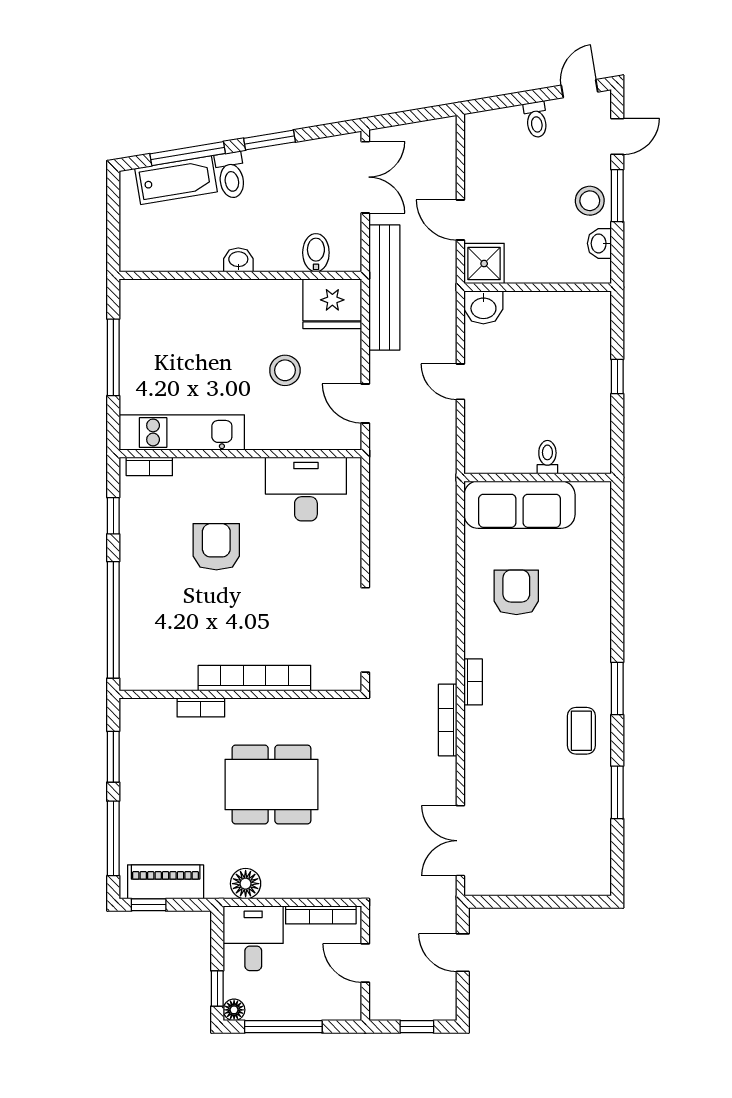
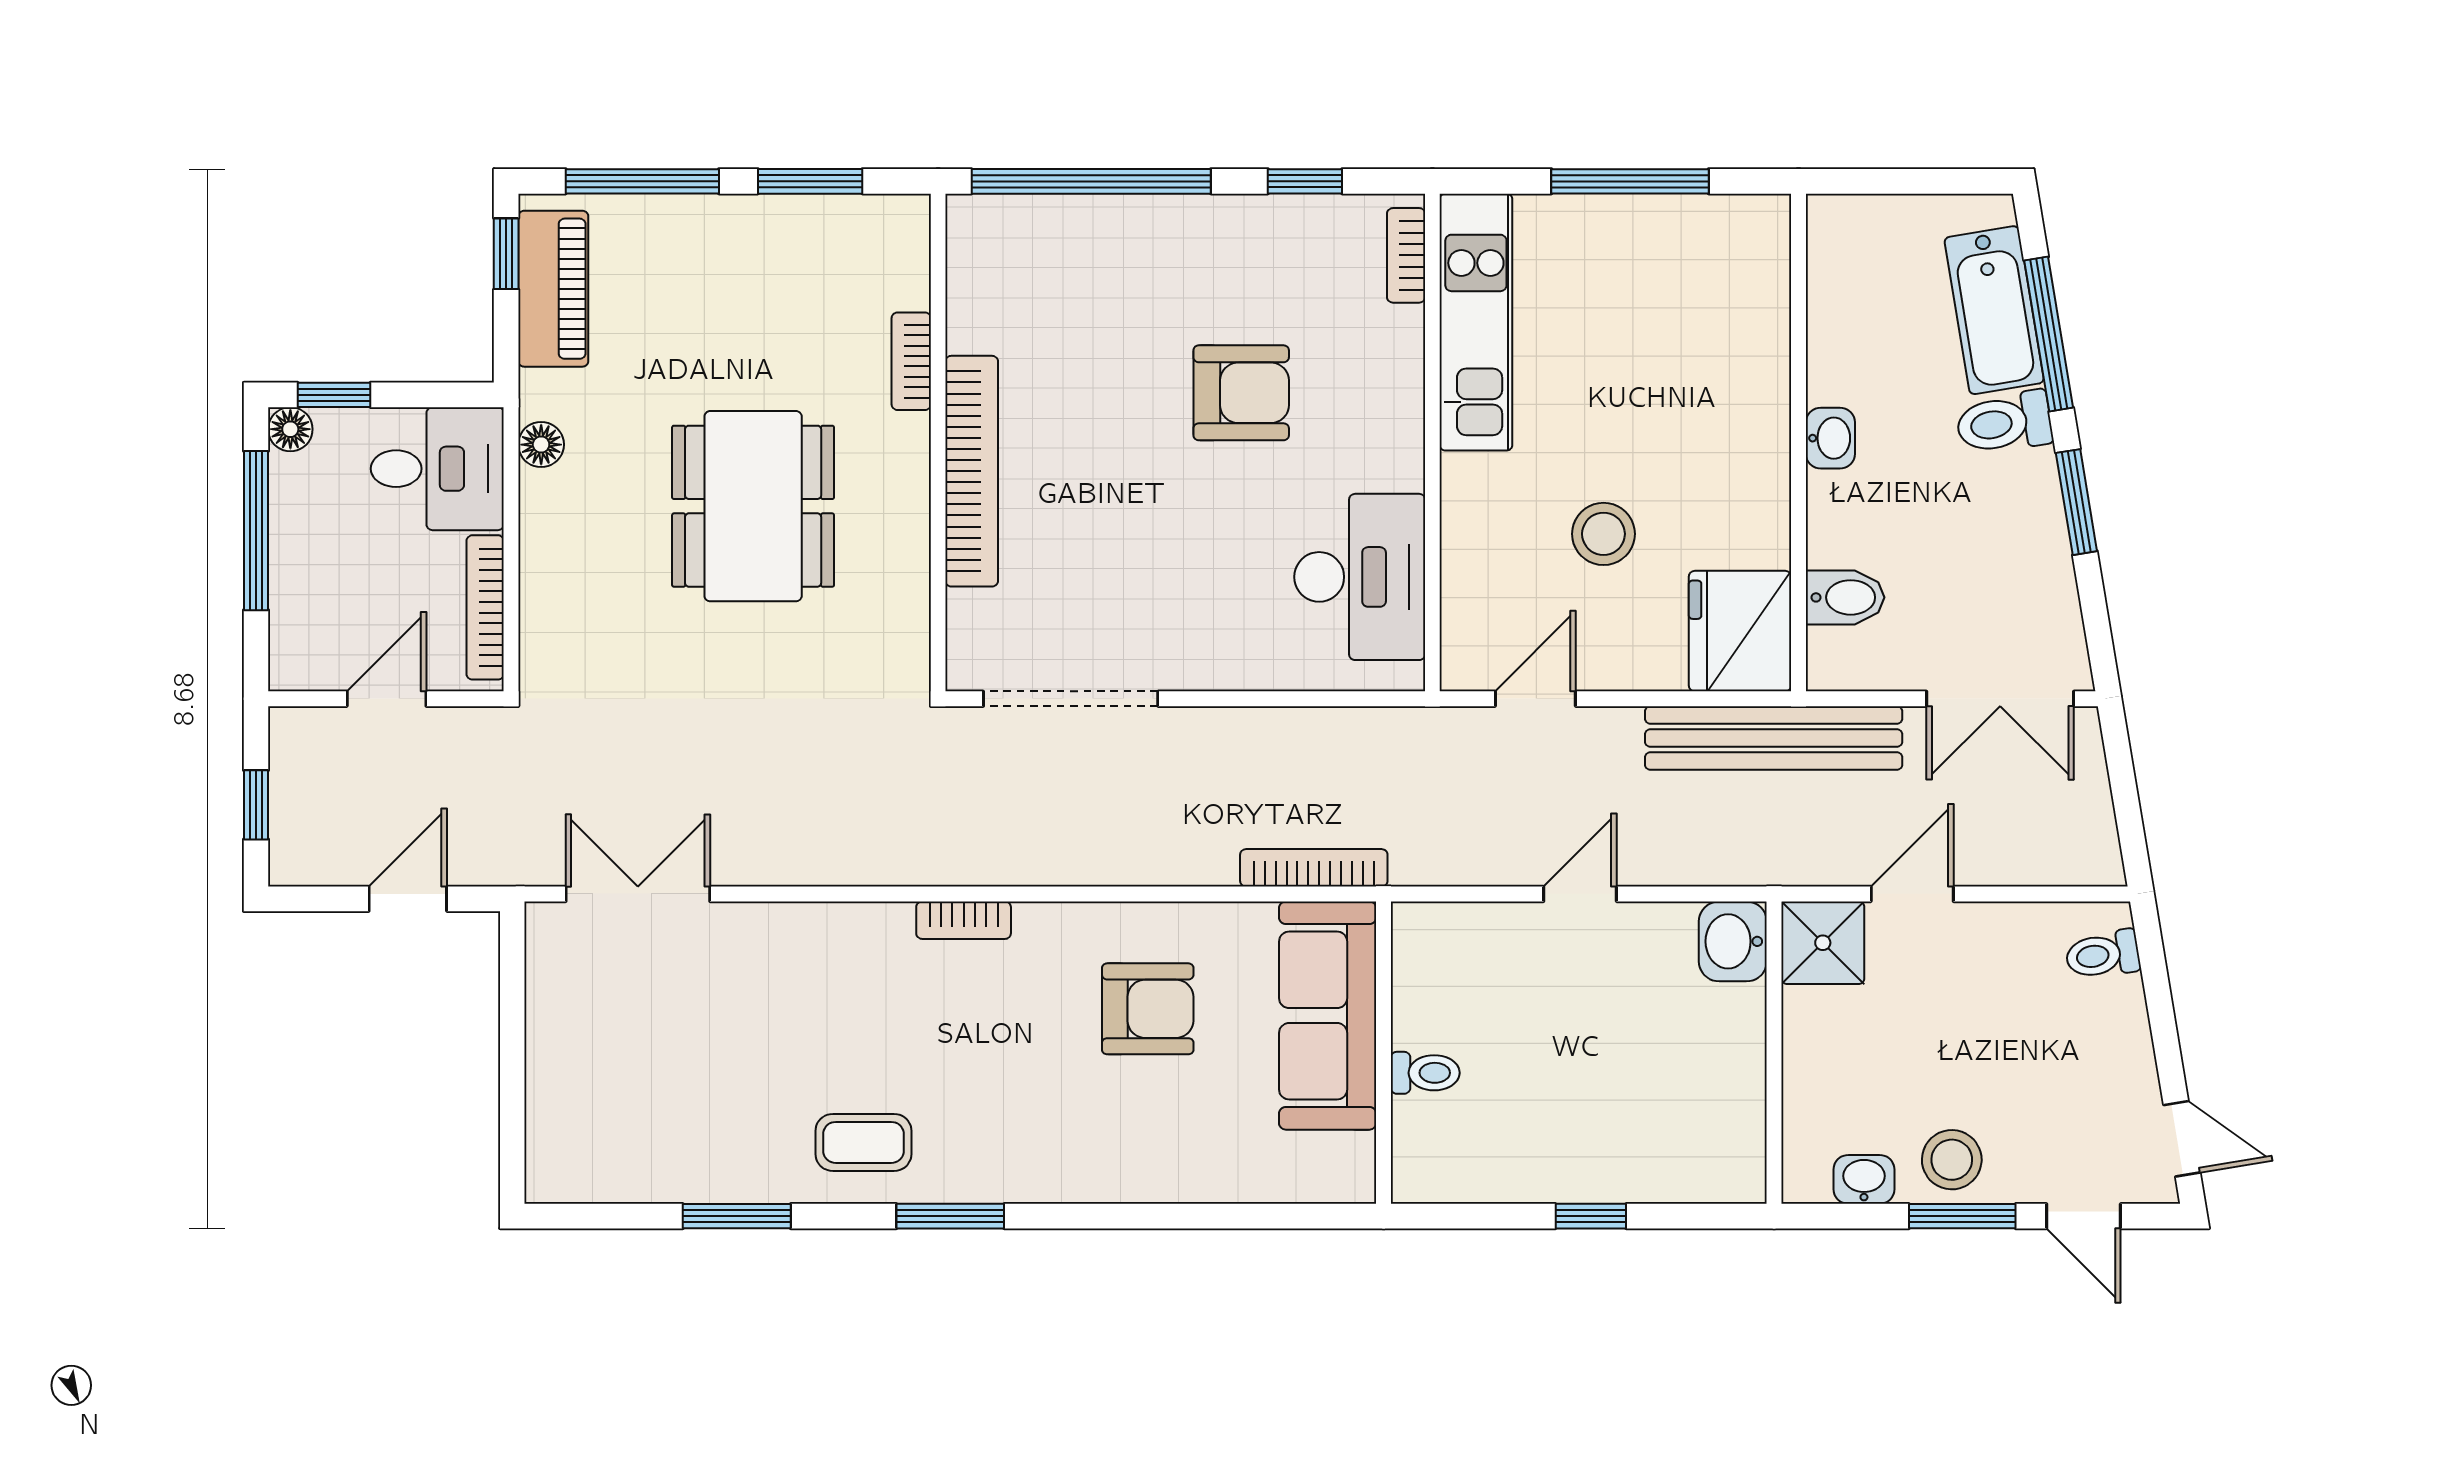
toilet: (536, 120) -> (2103, 955), moved
bookcase: (448, 720) -> (1314, 868), moved
floor lamp: (246, 884) -> (541, 445), width x0.73, depth x0.73

